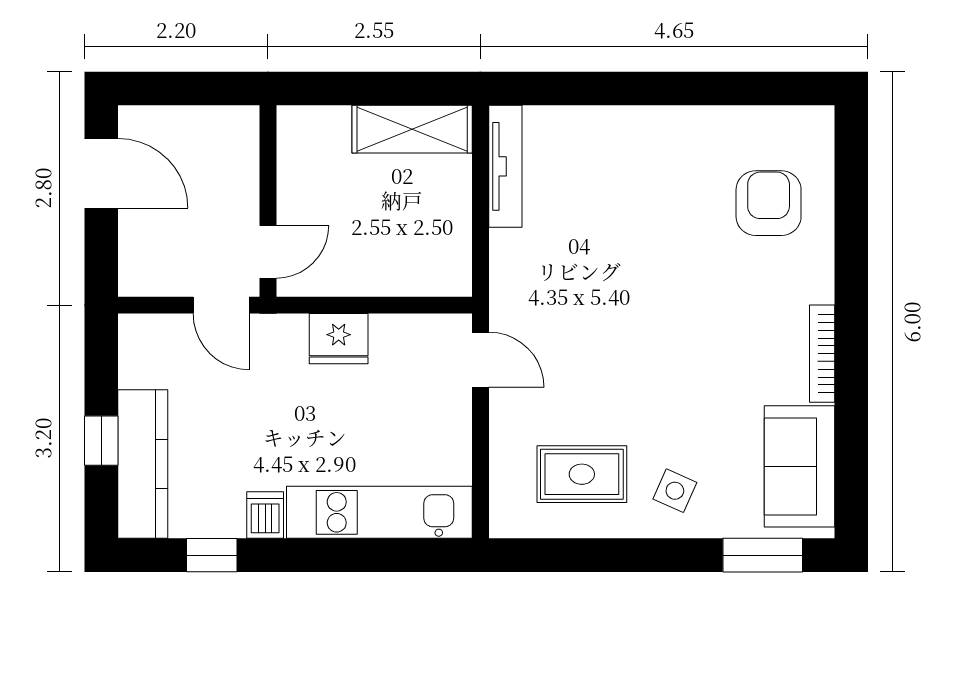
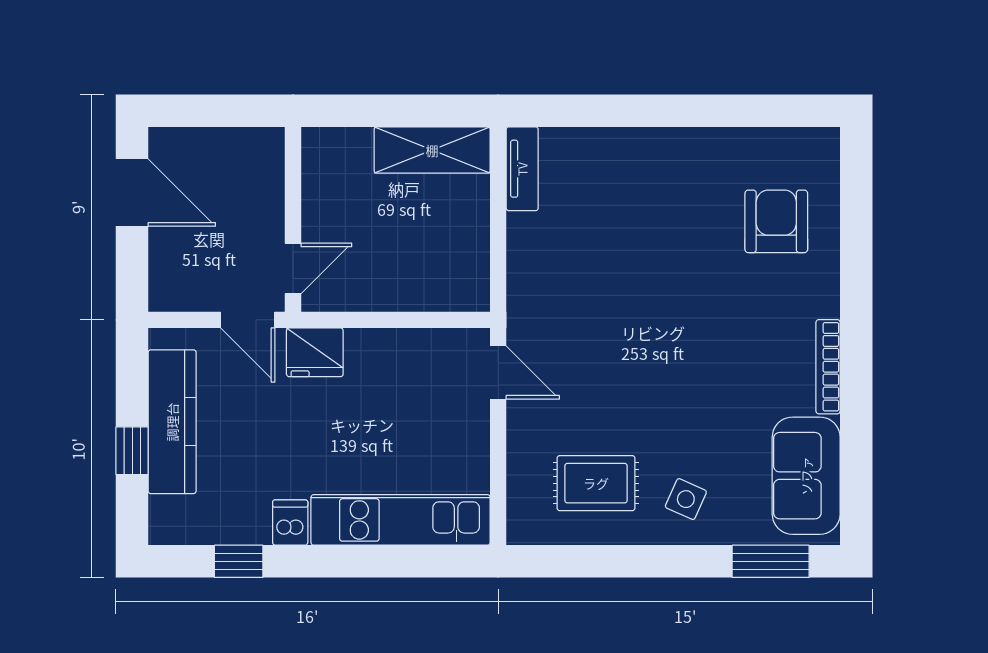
tv unit: (505, 166) -> (522, 169), width x0.71
fridge: (339, 339) -> (315, 352), moved
kitchen counter: (143, 464) -> (172, 422), moved

